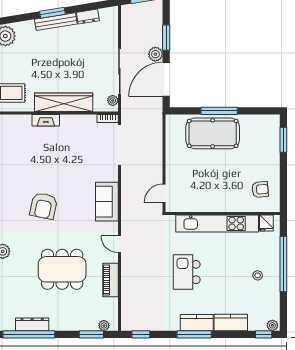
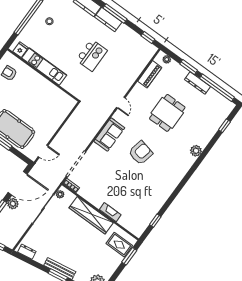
dresser: (88, 17) -> (27, 252), moved
door: (164, 193) -> (43, 151), moved
armchair: (44, 206) -> (141, 153), moved
kitchen unit: (217, 223) -> (44, 66), width x0.73
dining table: (62, 269) -> (167, 113), width x0.73
piano: (110, 280) -> (150, 74), moved
dresser: (32, 324) -> (198, 83), moved
window: (91, 334) -> (189, 67), moved

